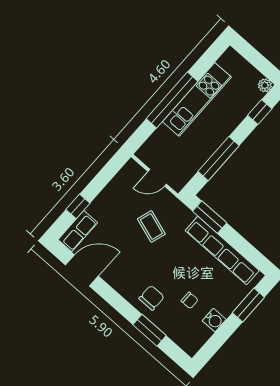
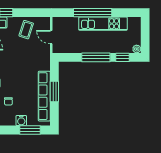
window: (219, 159) -> (96, 57), moved
window: (210, 217) -> (54, 91), moved
coffee table: (151, 226) -> (26, 30), moved
water cooler: (214, 320) -> (21, 121), moved

